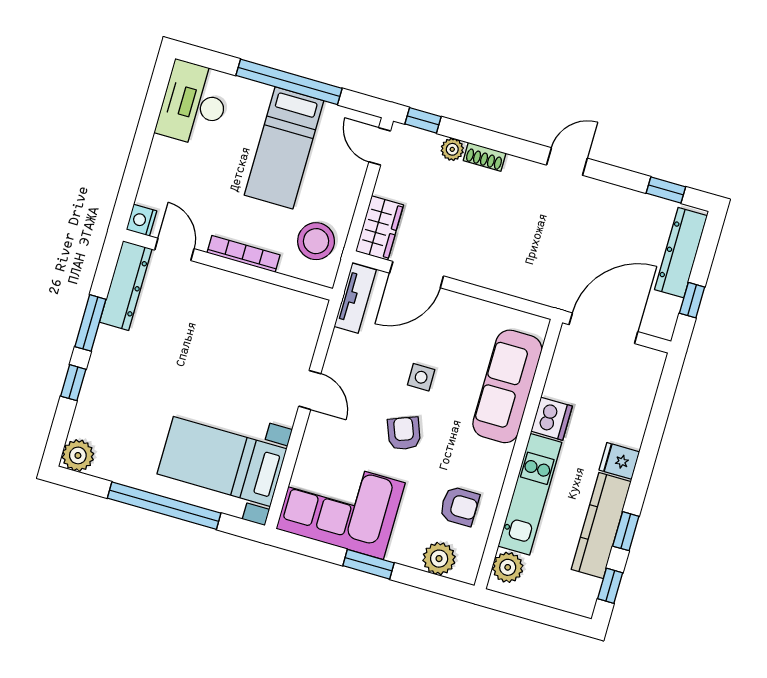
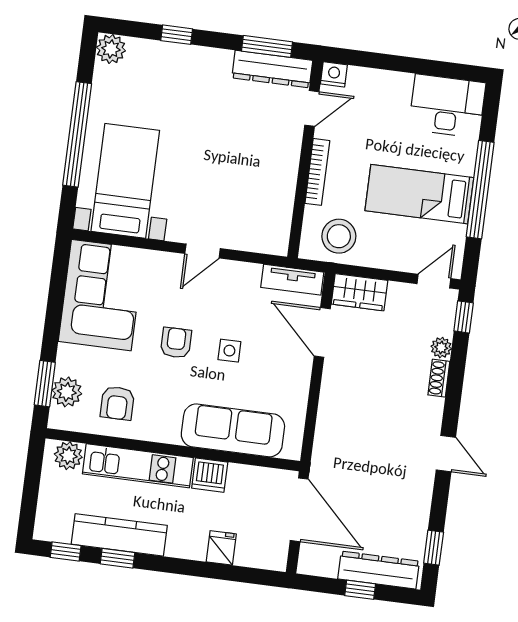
window: (692, 300) -> (360, 590), moved
window: (90, 323) -> (267, 46), moved
armchair: (404, 433) -> (176, 343), turned -69
fridge: (619, 461) -> (221, 548), moved
window: (368, 564) -> (45, 384), moved

